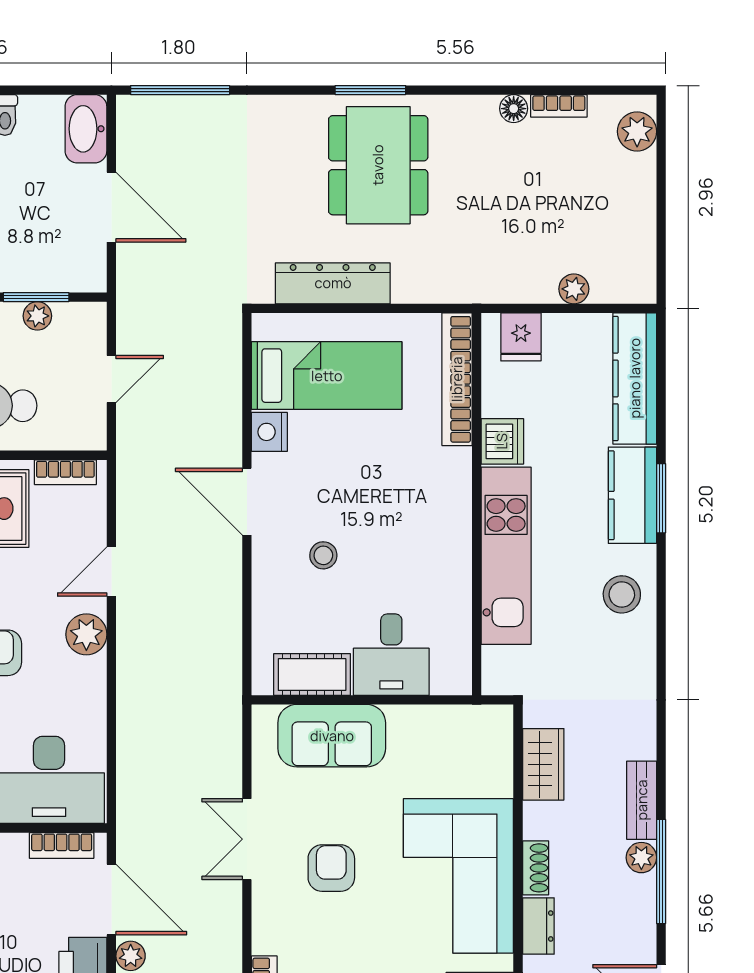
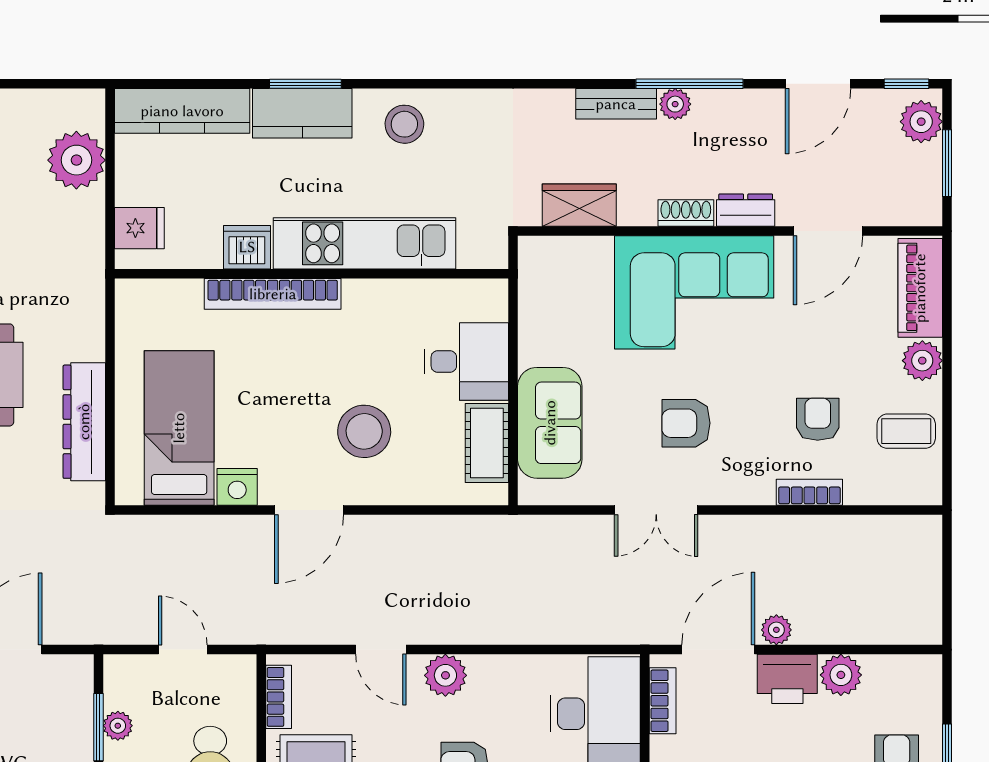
plant: (574, 289) -> (76, 160), width x1.87, depth x1.87
bookcase: (457, 379) -> (273, 294), moved
stool: (323, 555) -> (364, 431), width x1.89, depth x1.89

